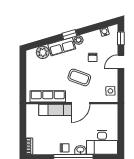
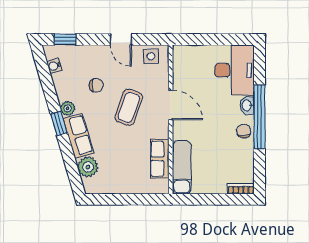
door: (121, 62) -> (121, 39), moved
row of seats: (48, 96) -> (160, 159), width x0.68
exam couch: (55, 110) -> (182, 167), moved

